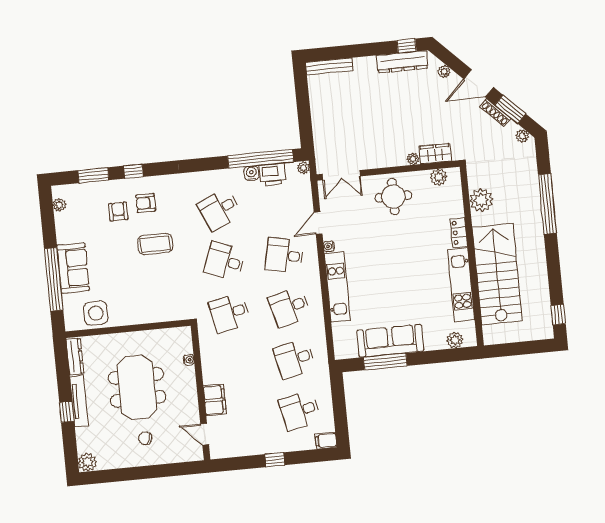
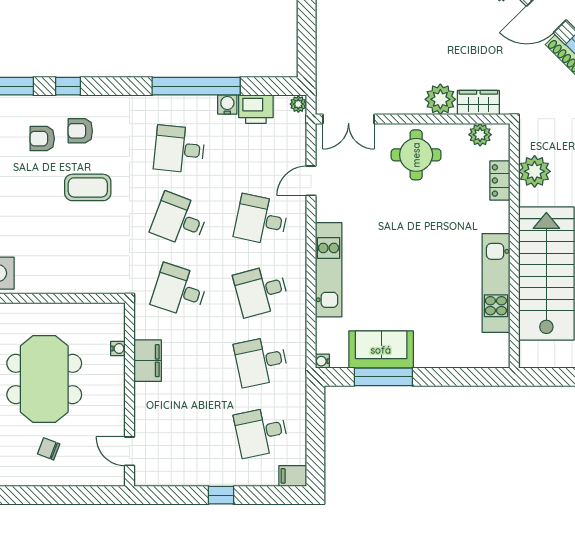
window: (261, 159) -> (196, 86), moved
plant: (413, 159) -> (440, 99), width x1.88, depth x1.88
desk: (219, 209) -> (179, 149), turned 30
armchair: (118, 211) -> (42, 139), turned -90
locker: (459, 232) -> (500, 181), moved
water cooler: (329, 246) -> (322, 361), moved
desk: (230, 313) -> (179, 291), turned 30
plant: (455, 340) -> (480, 357), removed
sofa: (390, 341) -> (381, 350), width x0.73
filing cabinet: (215, 400) -> (148, 361), moved

